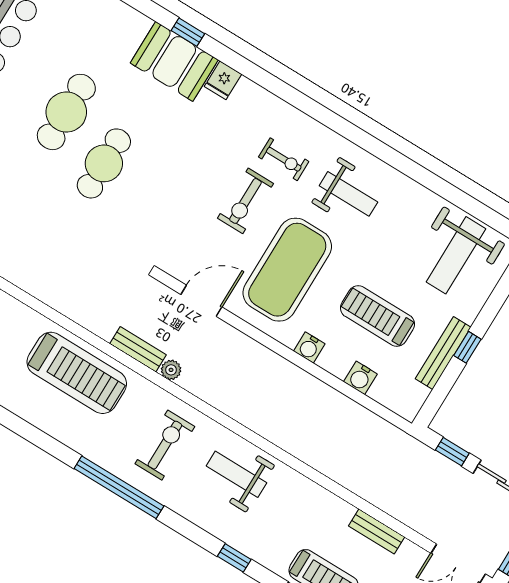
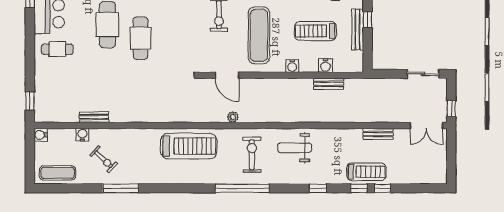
exercise mat: (287, 270) -> (259, 35), width x0.68
door: (201, 301) -> (227, 75), swing flipped
bench: (138, 349) -> (329, 84), moved
window: (452, 452) -> (391, 74), removed

